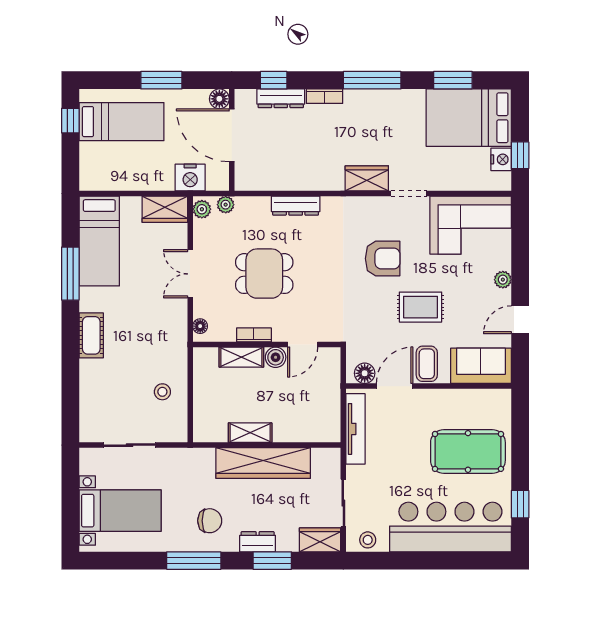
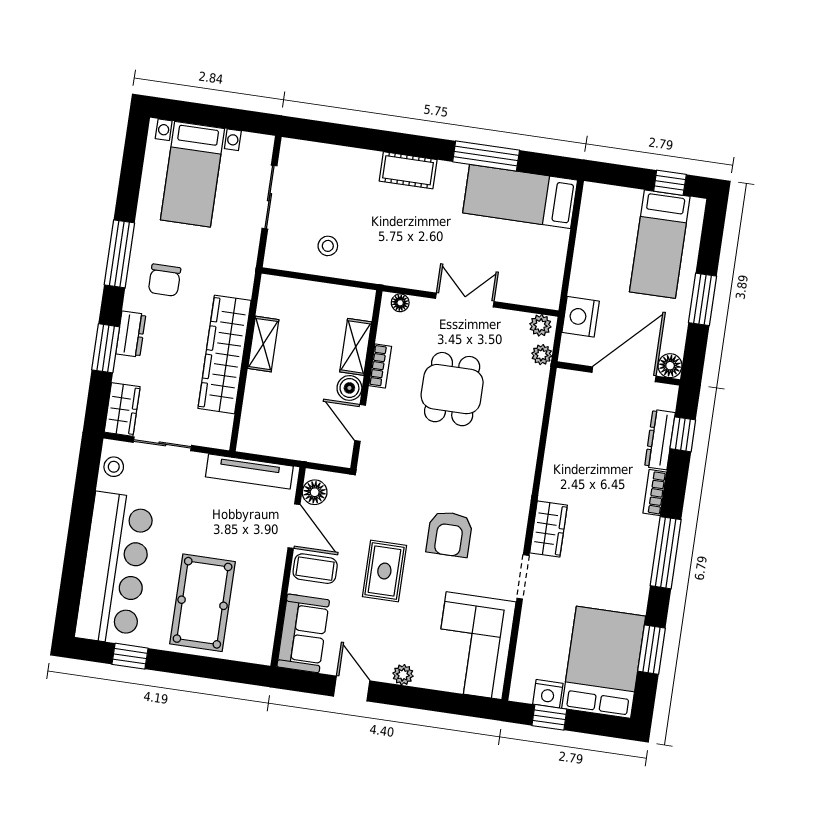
dresser: (296, 206) -> (528, 439), removed
wardrobe: (165, 209) -> (547, 281), removed

